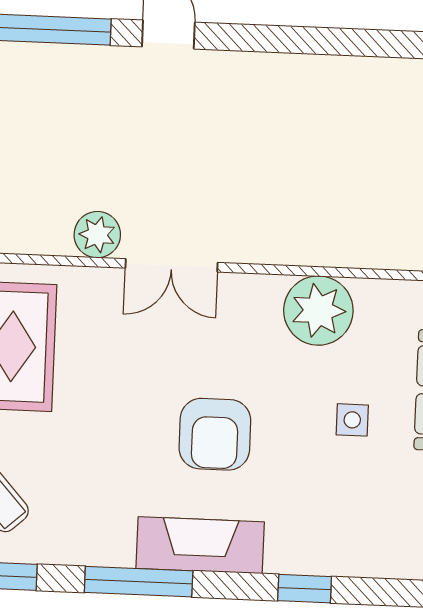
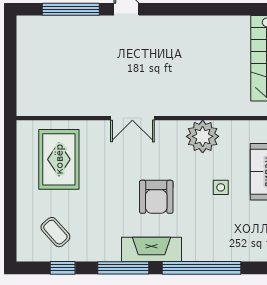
plant: (97, 235) -> (97, 105), removed
window: (305, 589) -> (202, 268), width x3.17

